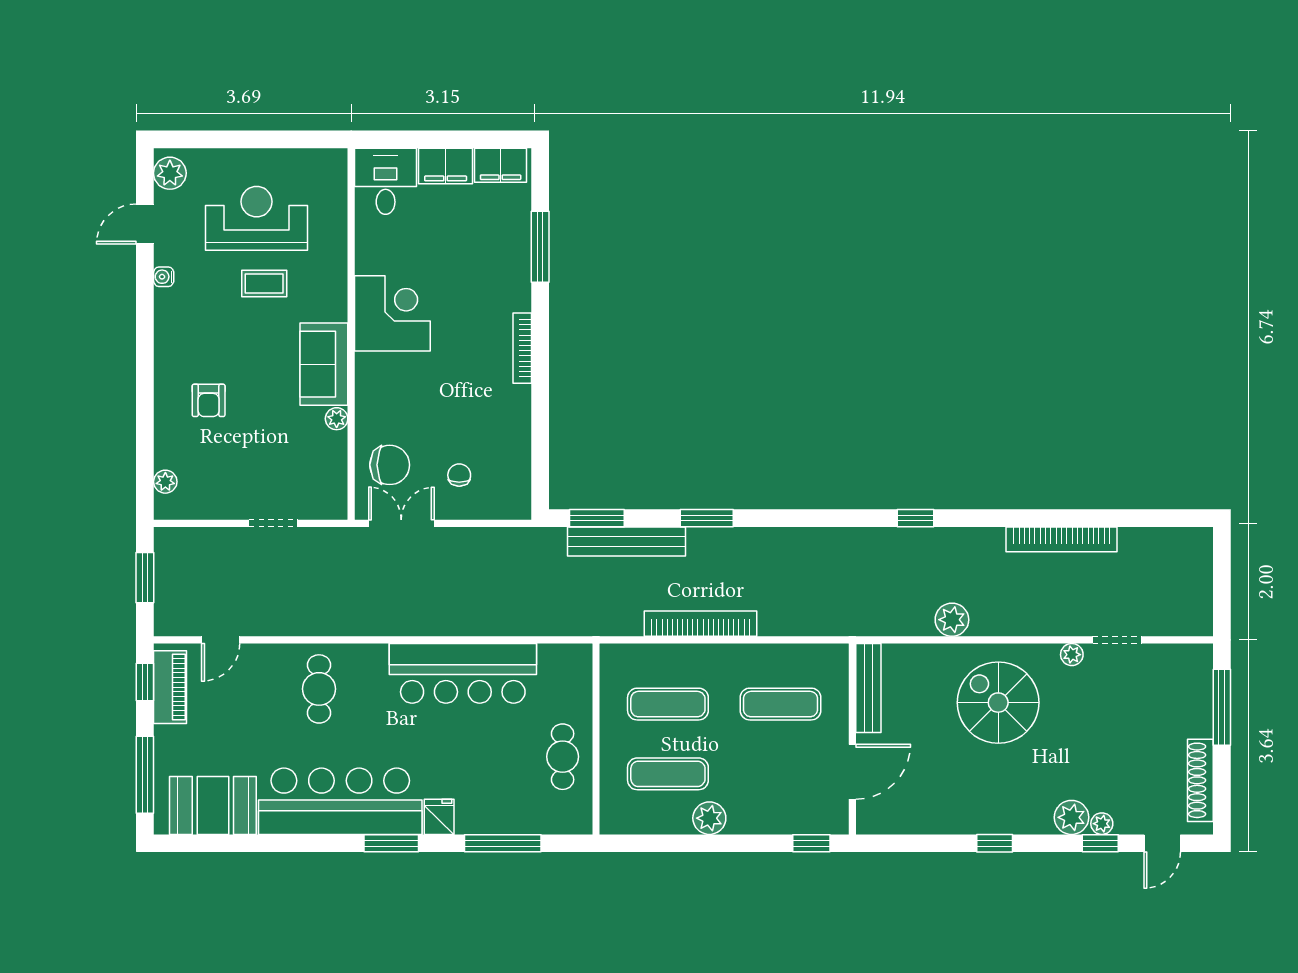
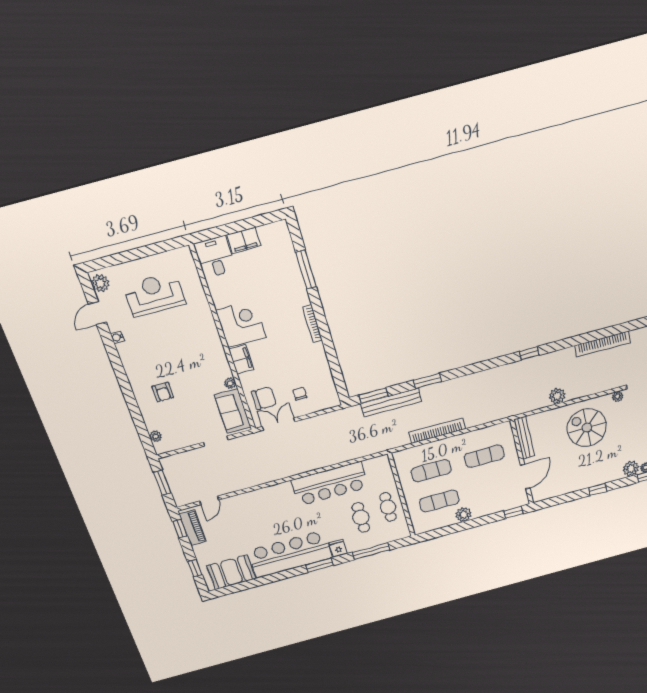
filing cabinet: (501, 165) -> (241, 359), moved, turned -90
coffee table: (264, 283) -> (170, 327), removed
sofa: (324, 364) -> (233, 411), moved
cafe table: (319, 689) -> (361, 517), moved
window: (145, 775) -> (195, 568), width x0.46

